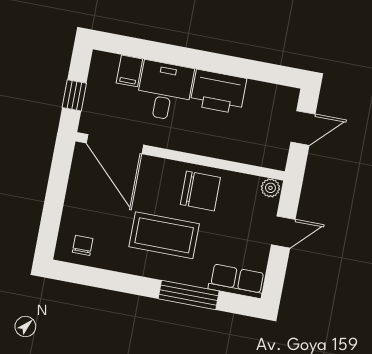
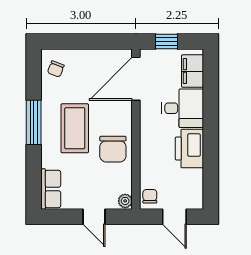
filing cabinet: (129, 71) -> (193, 71), width x2.00
chair: (270, 155) -> (150, 196), added
chair: (83, 245) -> (56, 69), turned 111
window: (189, 295) -> (34, 122), moved

